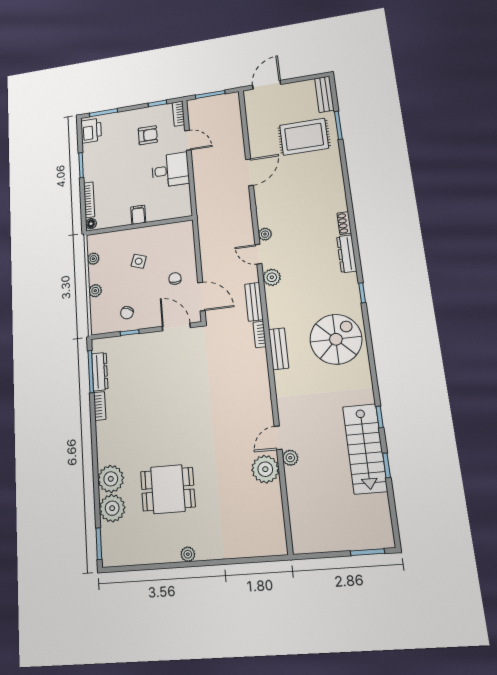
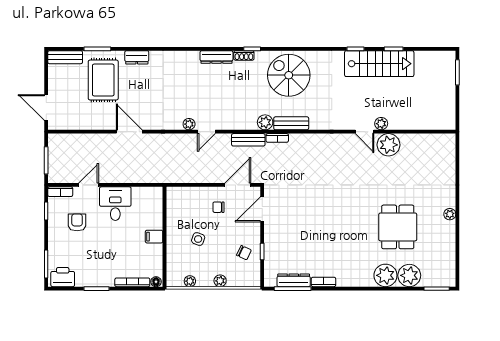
dresser: (334, 168) -> (137, 57), added
shoe rack: (344, 223) -> (244, 55), moved
plant: (272, 277) -> (265, 122), moved

